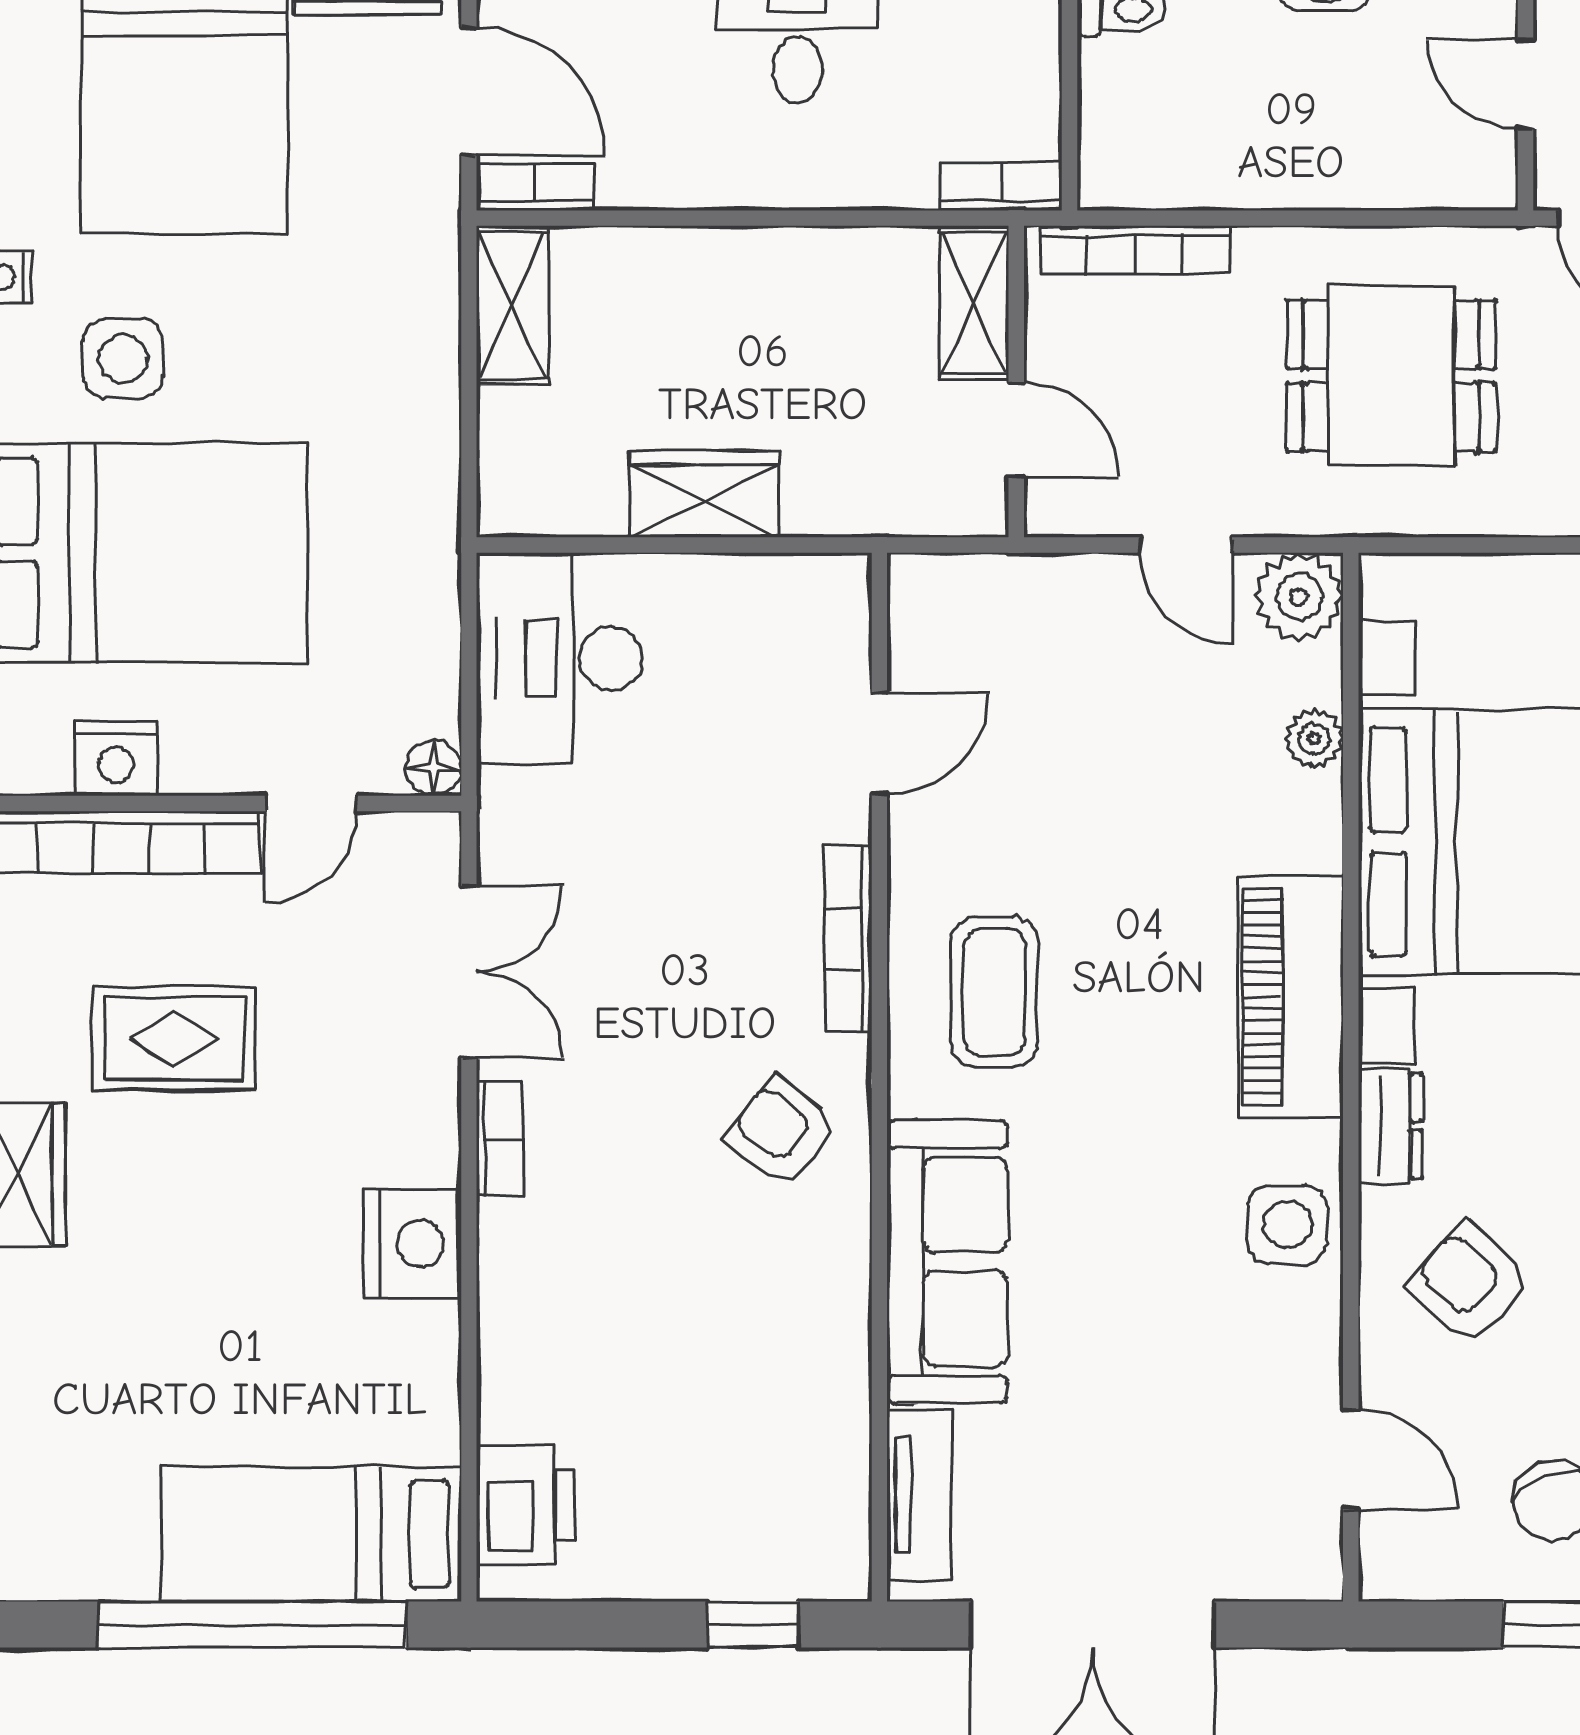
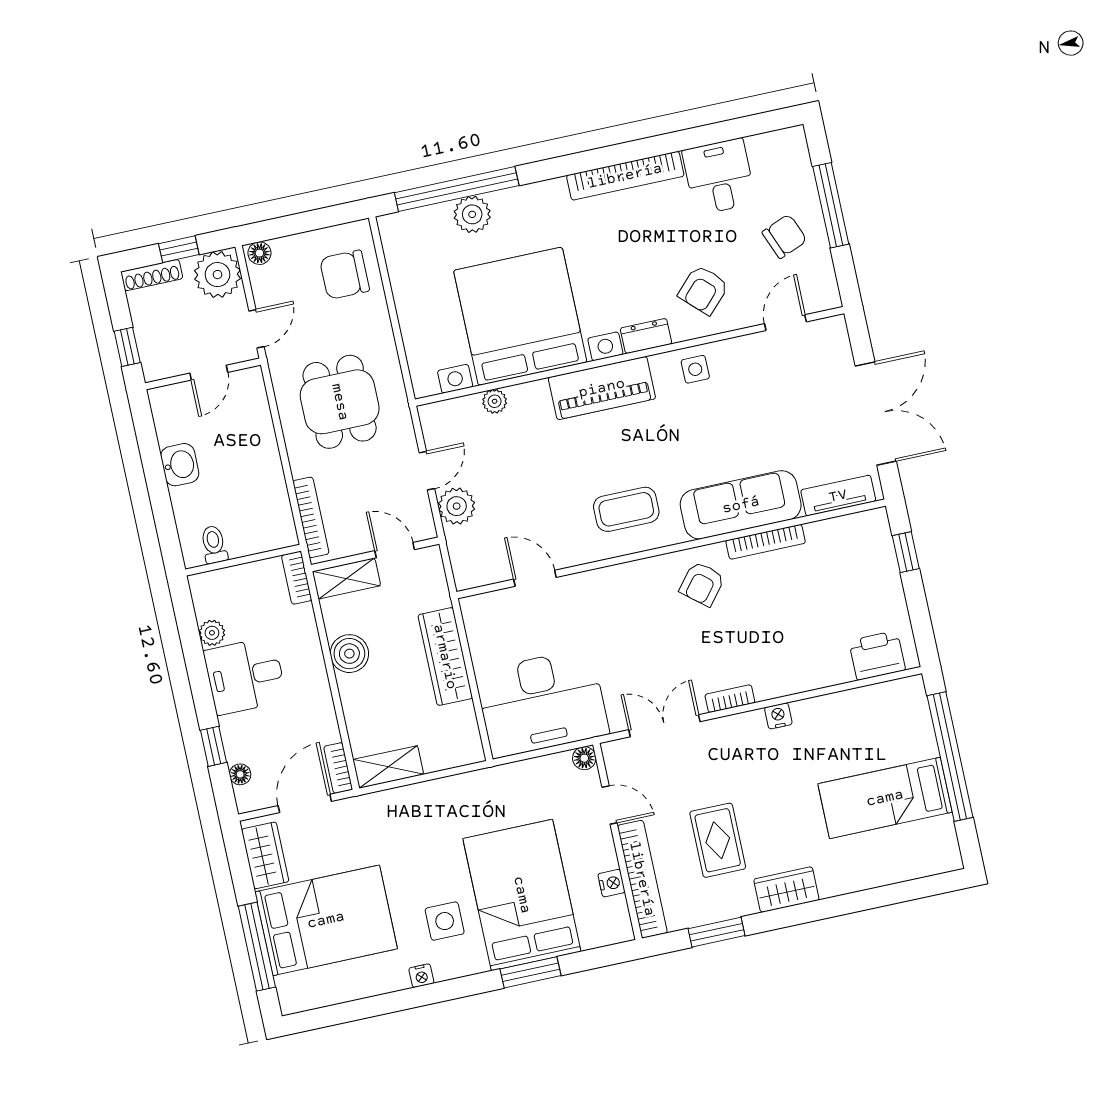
boiler: (797, 271) -> (349, 654), added
door: (1016, 429) -> (395, 550), hinge flipped
wardrobe: (704, 494) -> (445, 657), width x1.50
plant: (1299, 597) -> (457, 506), moved
desk: (559, 658) -> (542, 703), width x1.36, depth x1.30
nightstand: (116, 759) -> (611, 883), width x0.72, depth x0.74
bookcase: (848, 940) -> (766, 542), moved
side table: (1287, 1224) -> (695, 369), width x0.73, depth x0.73
nightstand: (413, 1243) -> (778, 716), width x0.53, depth x0.56
bed: (311, 1534) -> (885, 798), moved, turned 90

